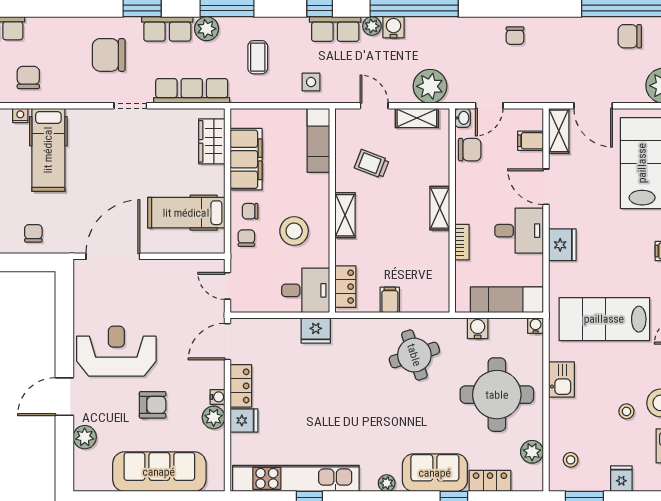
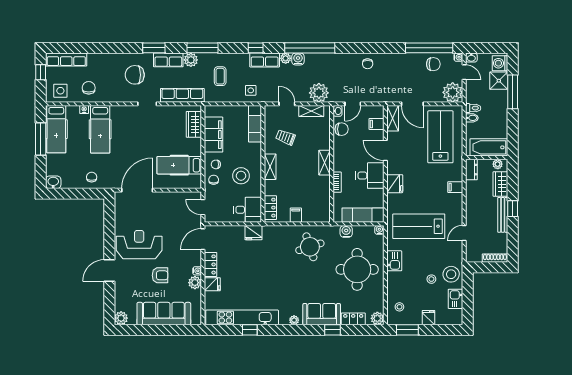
chair: (630, 36) -> (433, 64), turned 180
plant: (85, 437) -> (121, 318), moved
plant: (532, 452) -> (377, 318), moved

